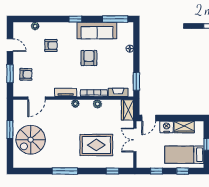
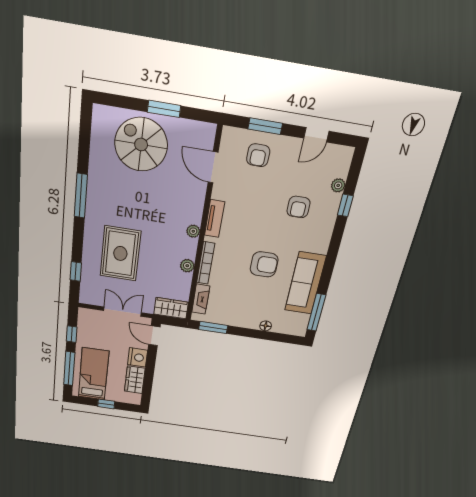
window: (75, 19) -> (345, 205), moved
window: (183, 171) -> (69, 368), width x2.17

